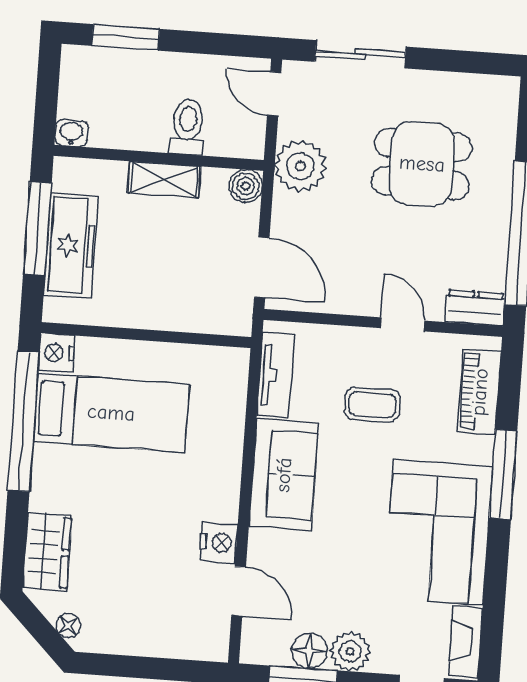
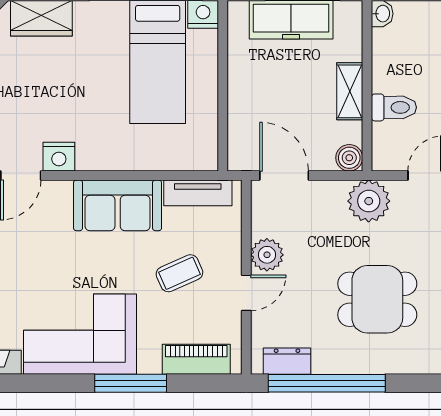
dining table: (422, 164) -> (377, 299), turned 90
door: (262, 268) -> (284, 176), swing flipped
plant: (357, 296) -> (267, 255), added
dresser: (475, 308) -> (287, 361), moved, turned -90
coffee table: (372, 405) -> (179, 273), turned 66

